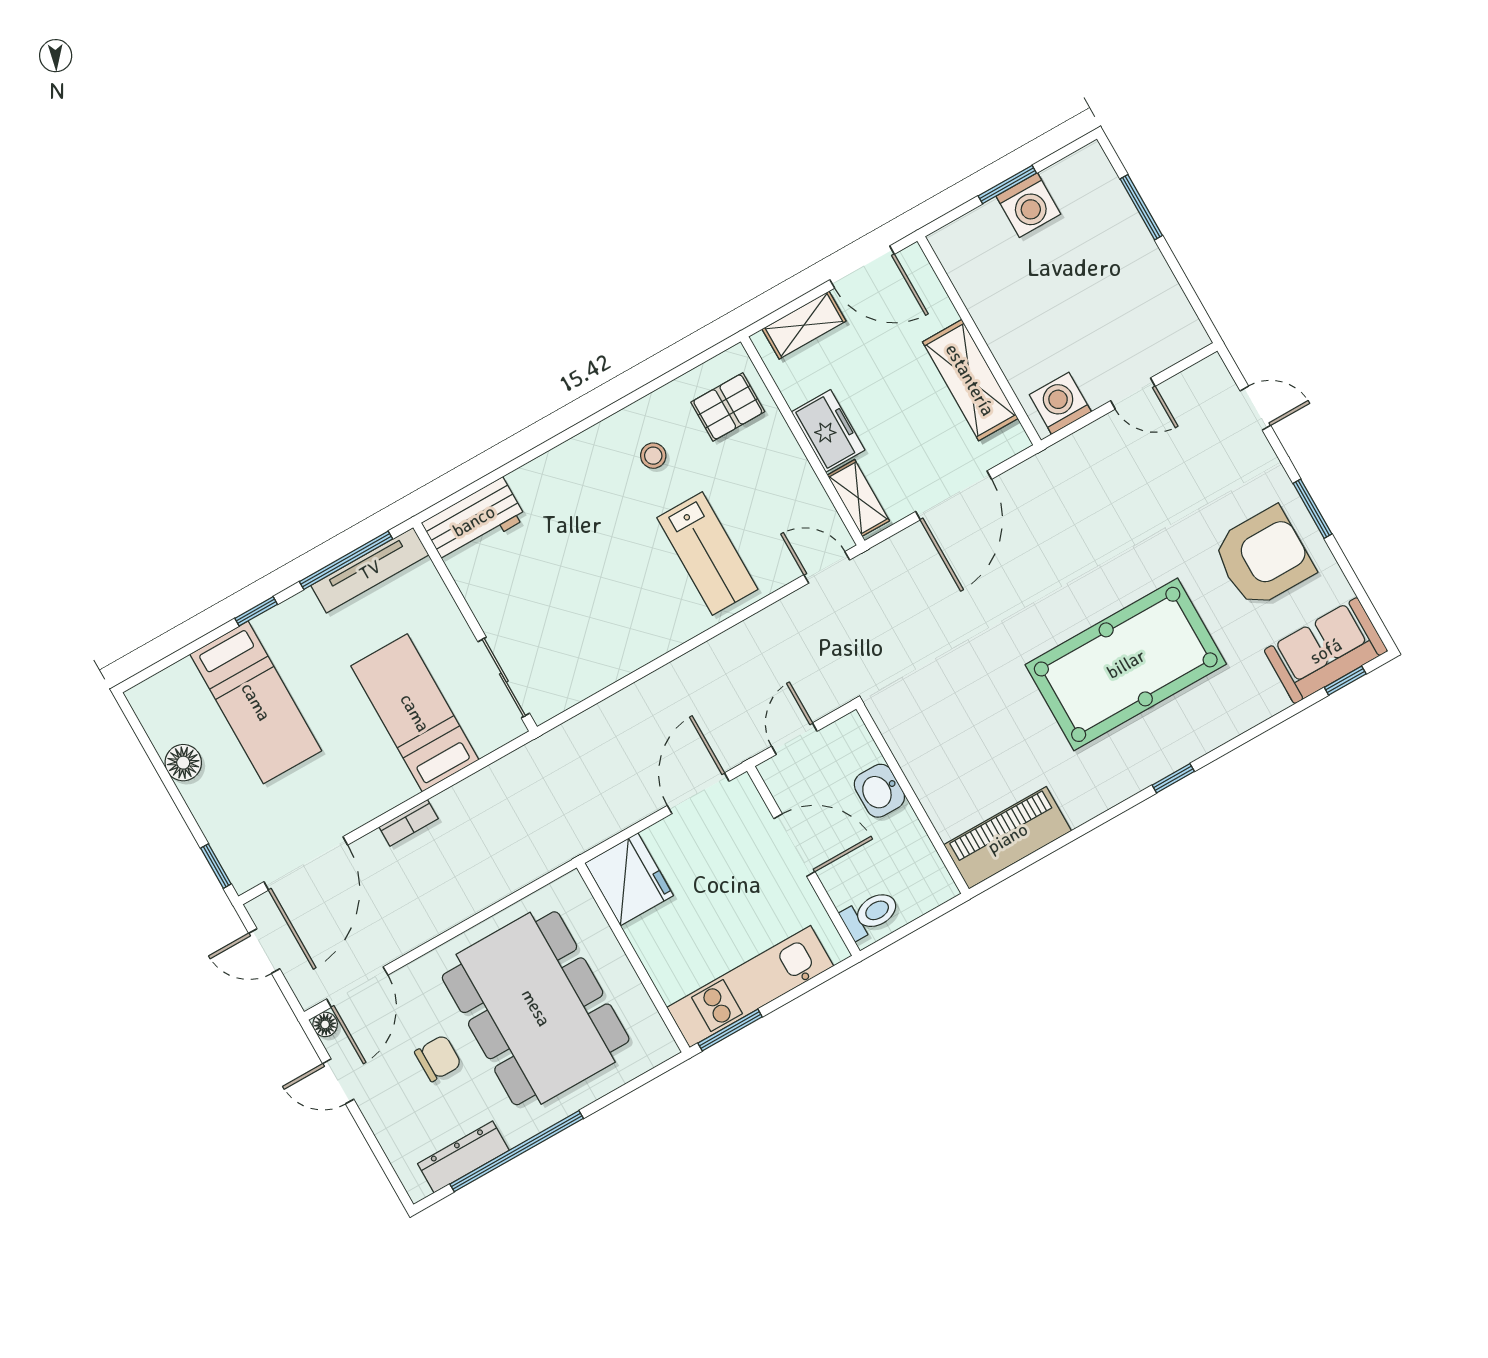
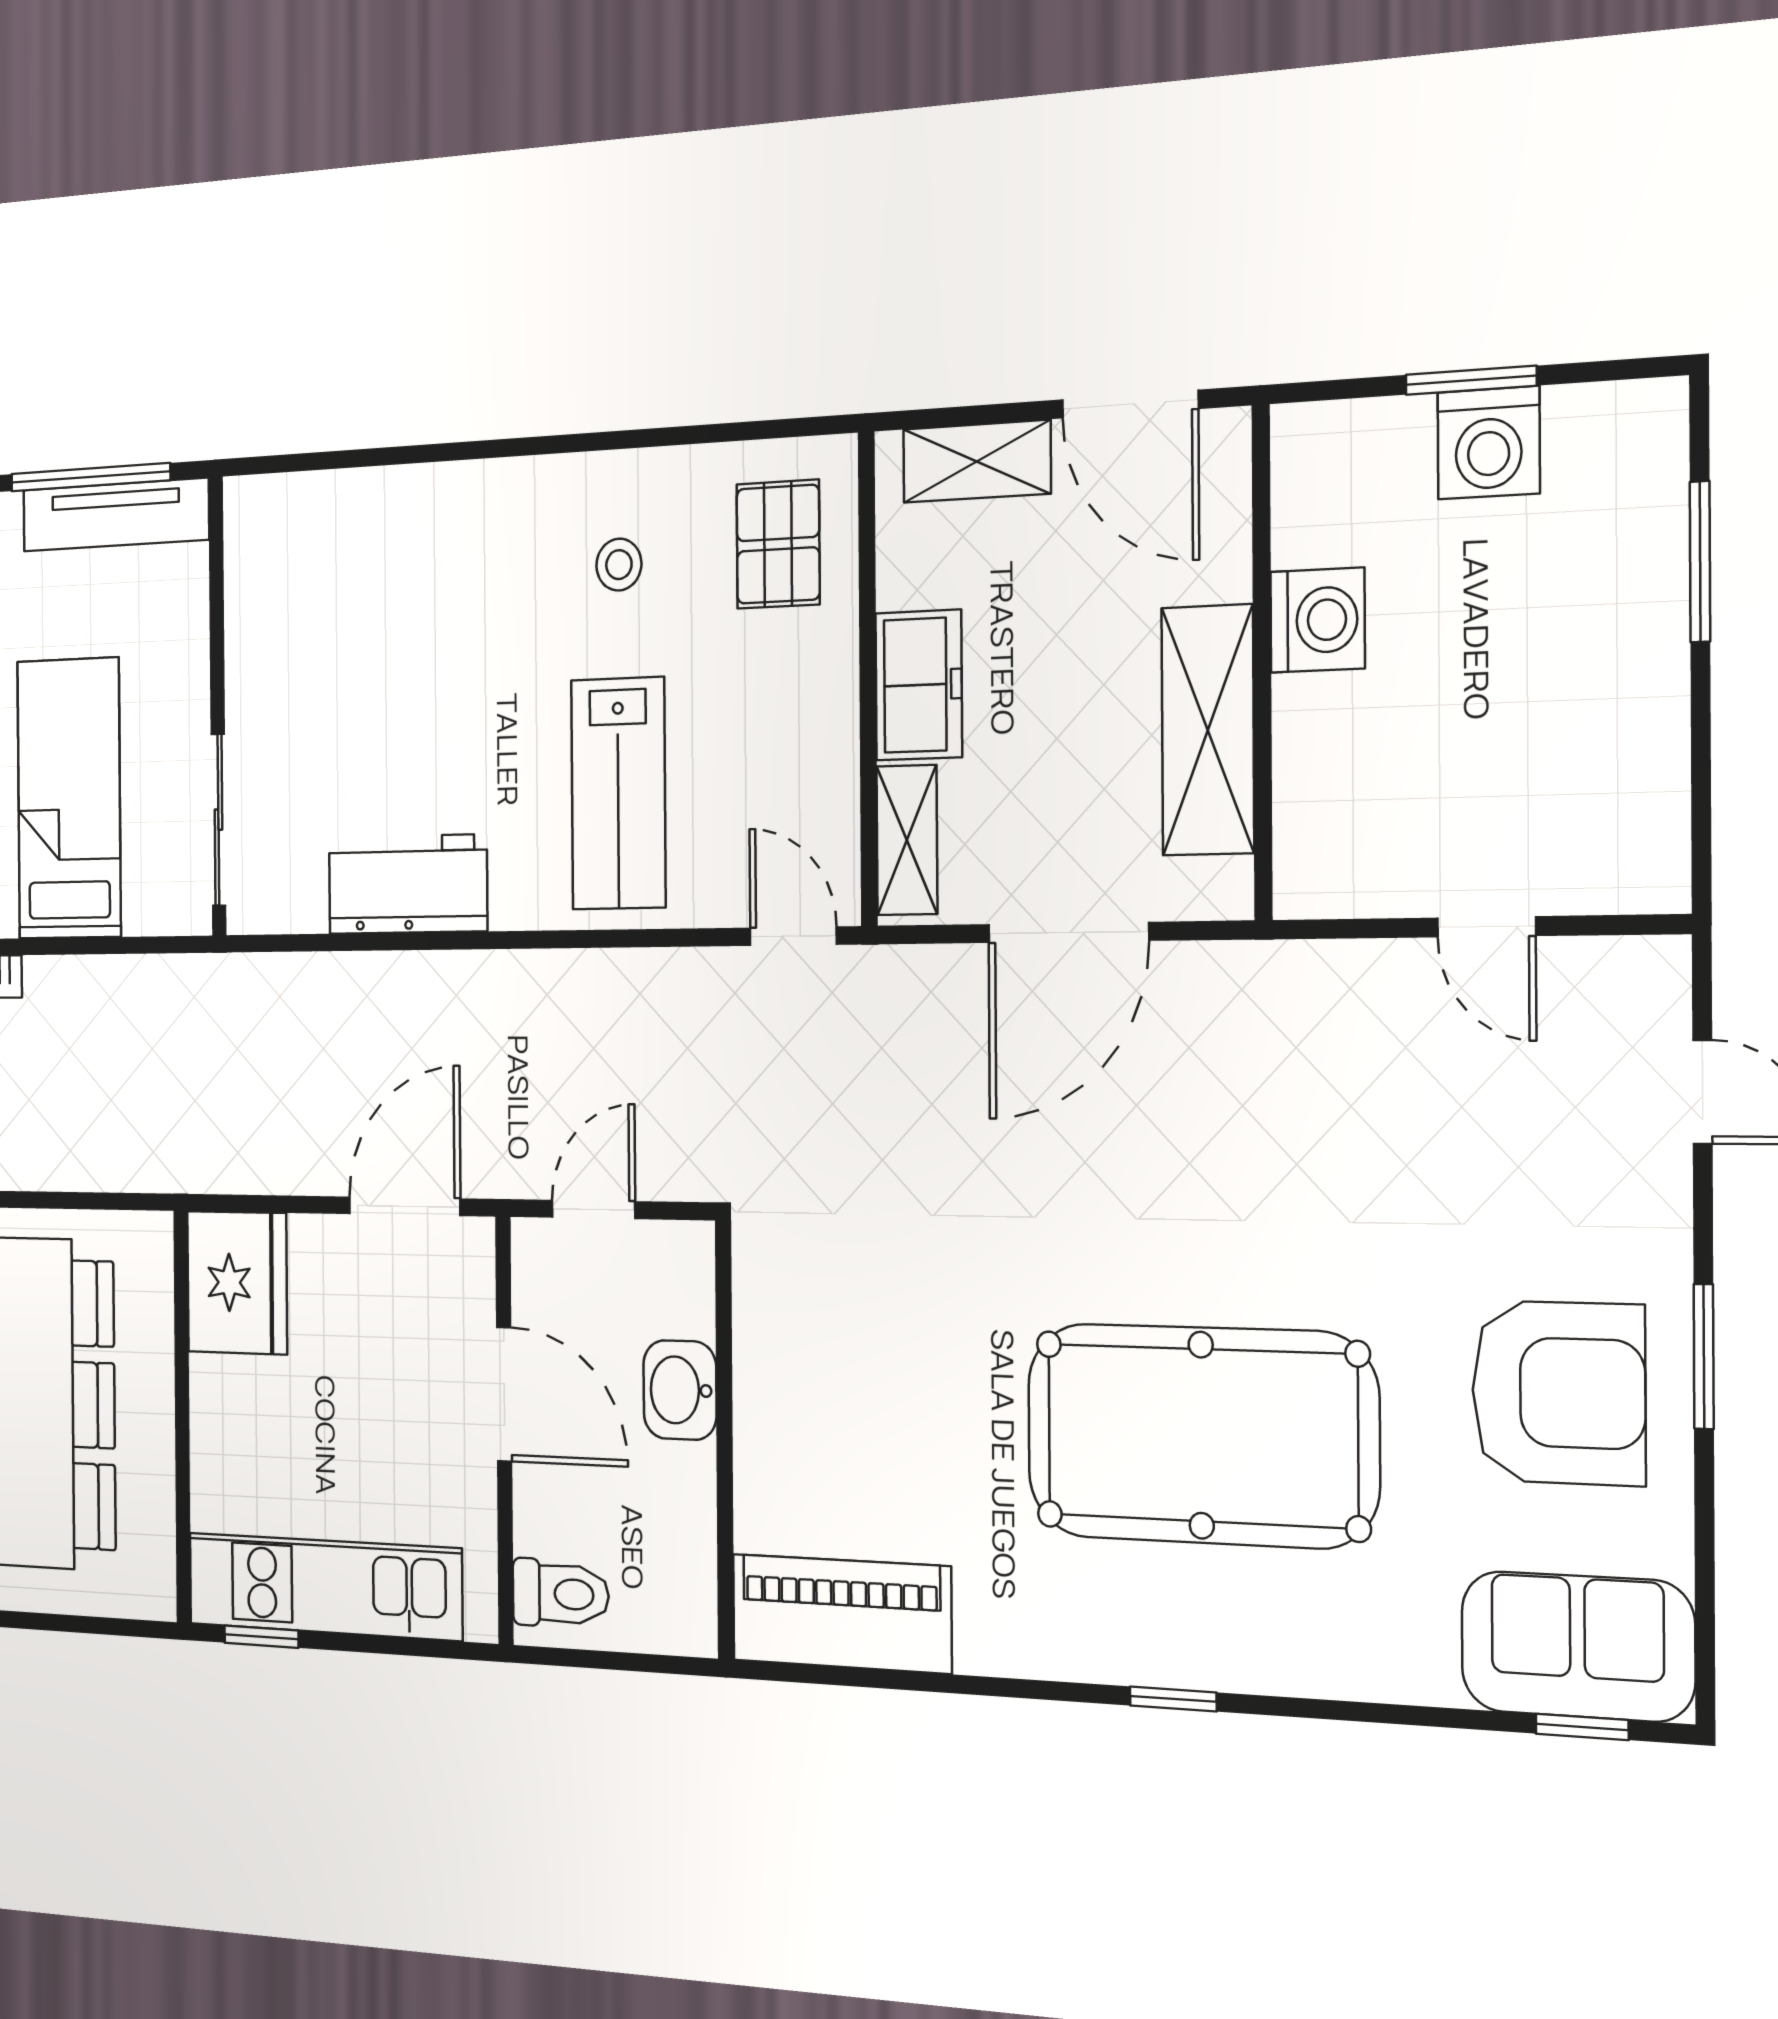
washing machine: (1060, 403) -> (1318, 620), moved, turned 90
pallet: (728, 407) -> (778, 544), turned 90
workbench: (474, 521) -> (408, 884), moved, turned 180
window: (730, 1030) -> (261, 1637), width x0.67

